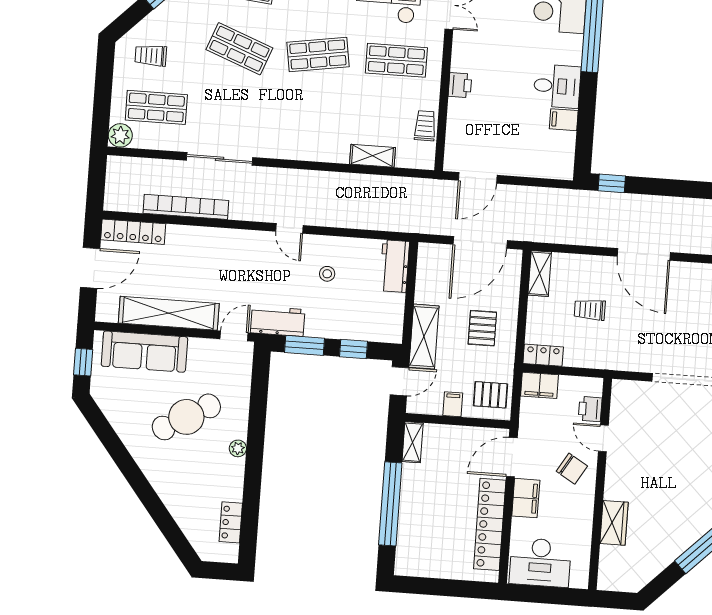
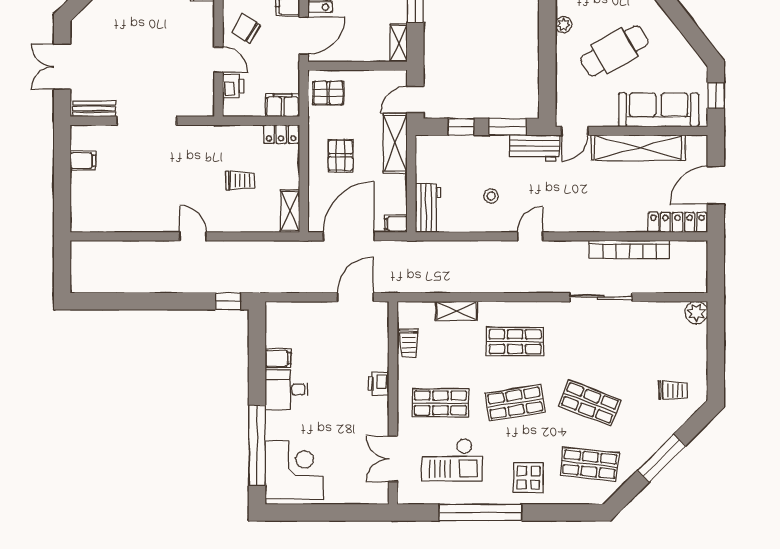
shop shelf: (156, 107) -> (515, 342), moved
door: (289, 228) -> (530, 236), hinge flipped
door: (644, 254) -> (193, 236), width x0.53
filing cabinet: (453, 404) -> (396, 224), moved, turned 90

